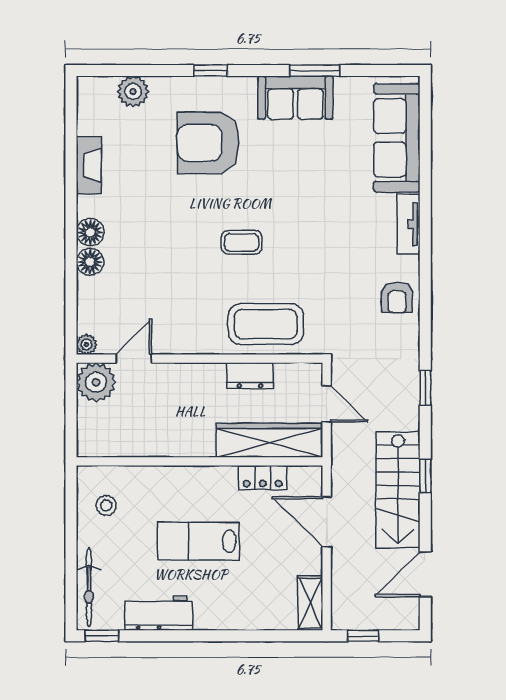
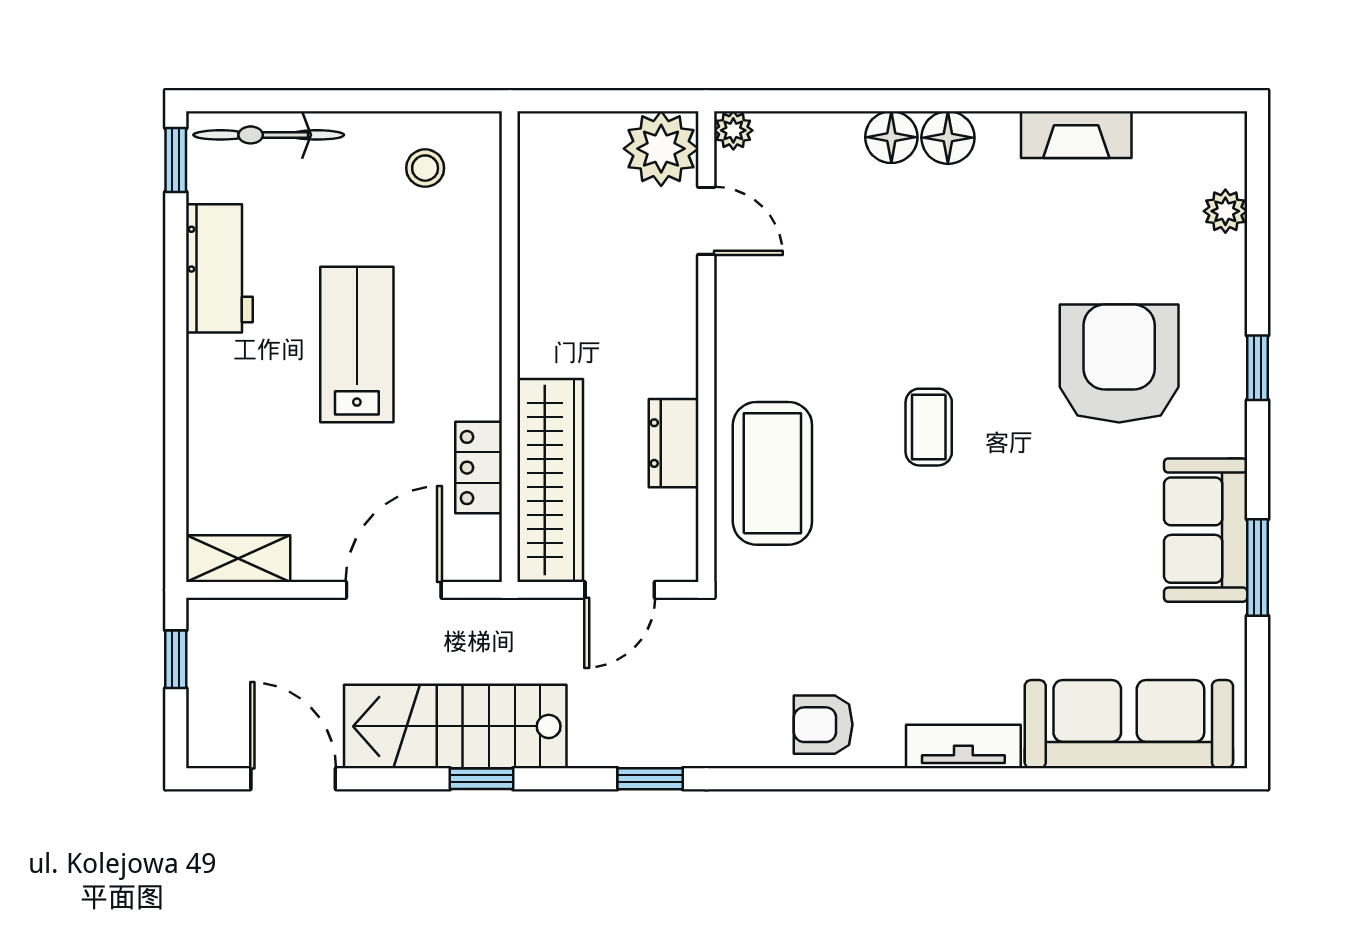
plant: (133, 92) -> (1225, 211), width x0.73, depth x0.73

